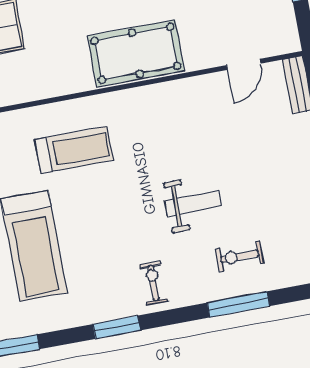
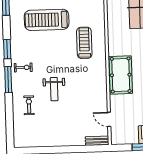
treadmill: (74, 150) -> (84, 43), turned 180
window: (238, 304) -> (8, 80), moved

